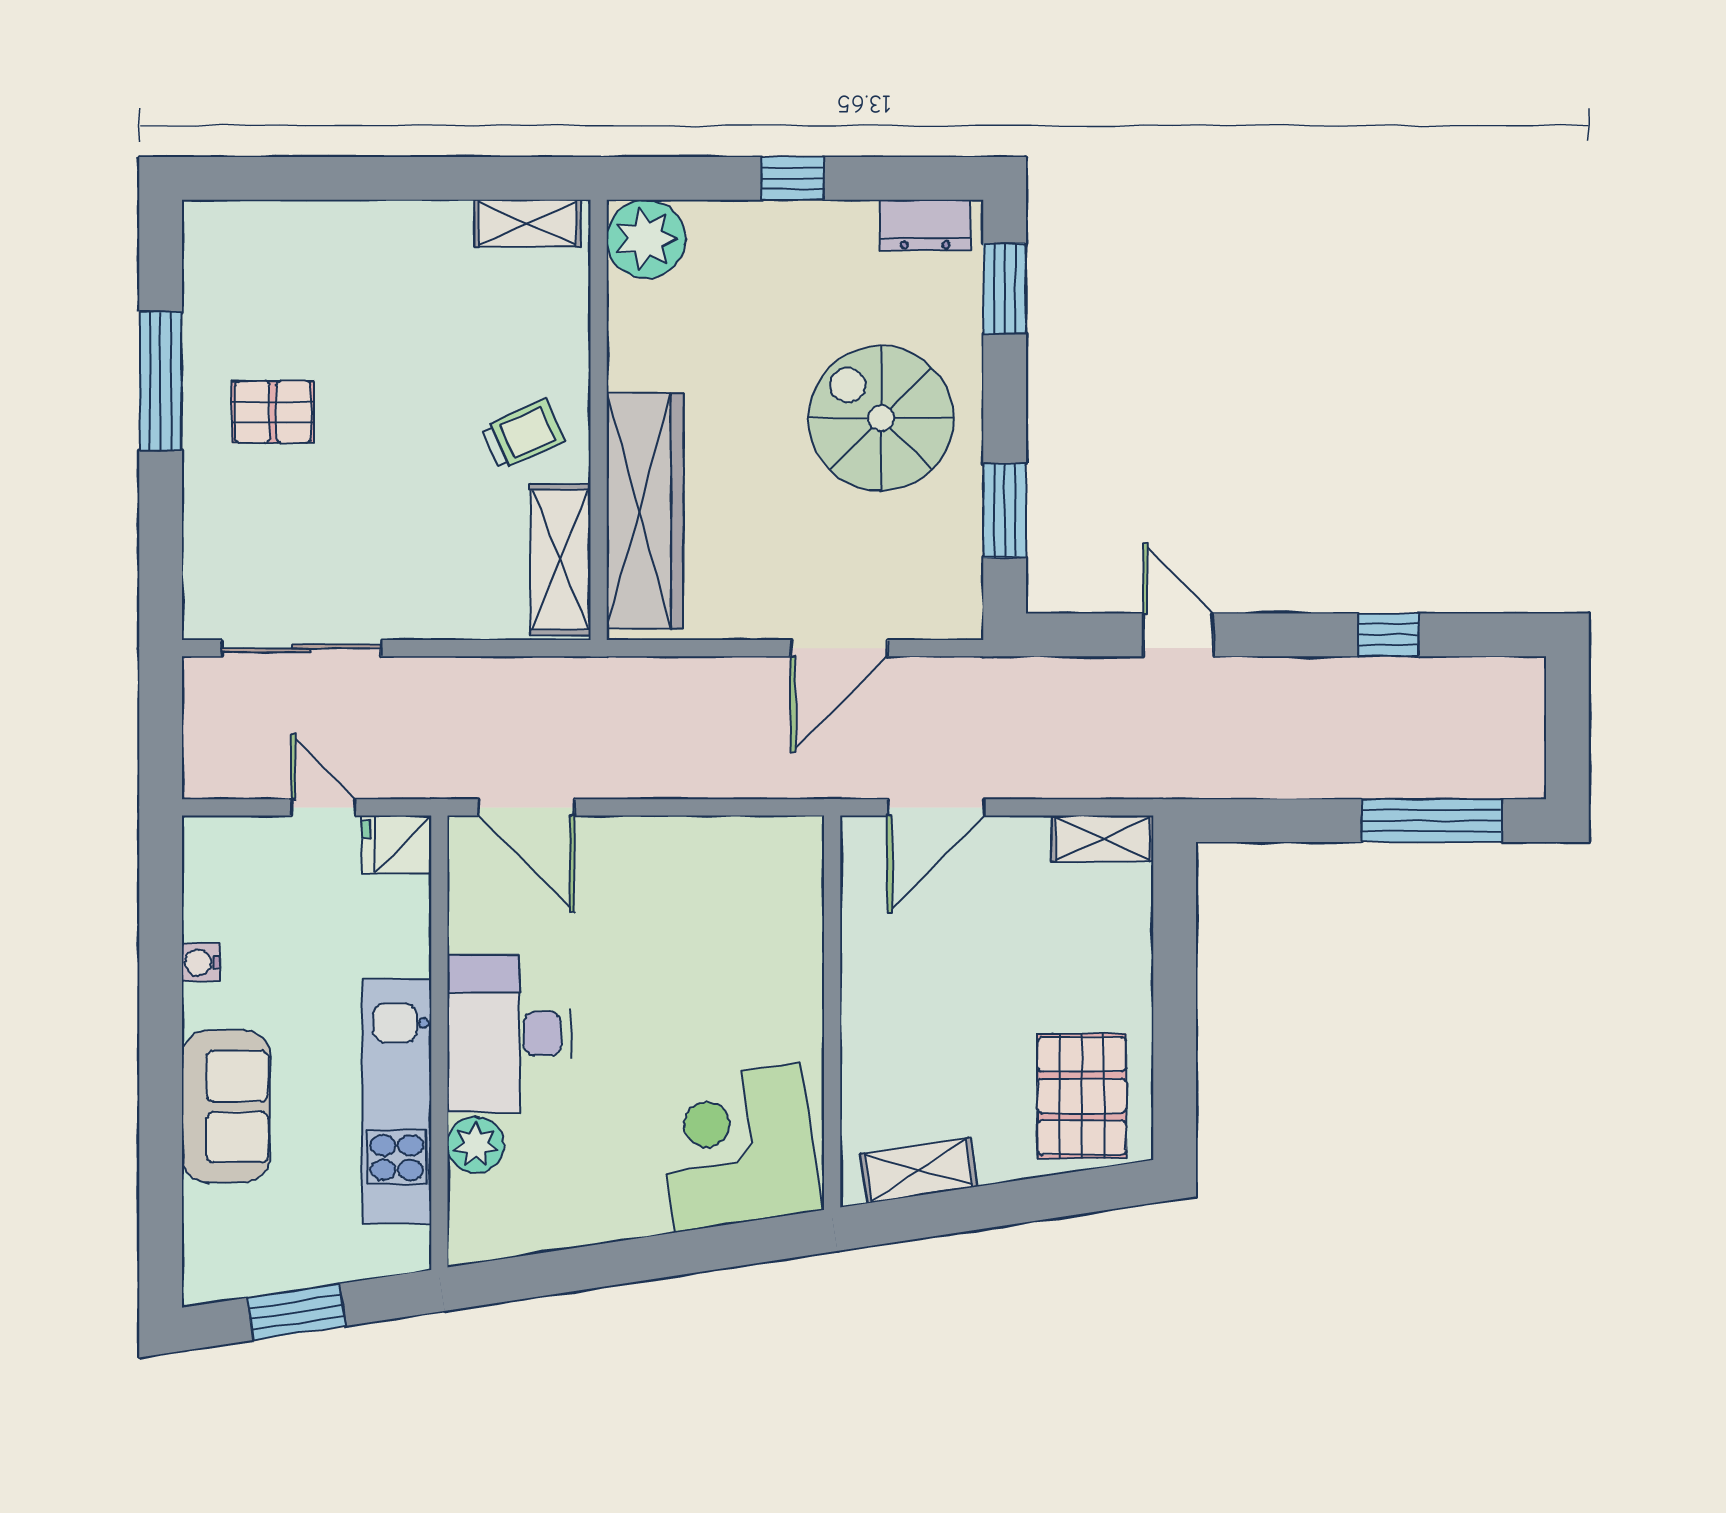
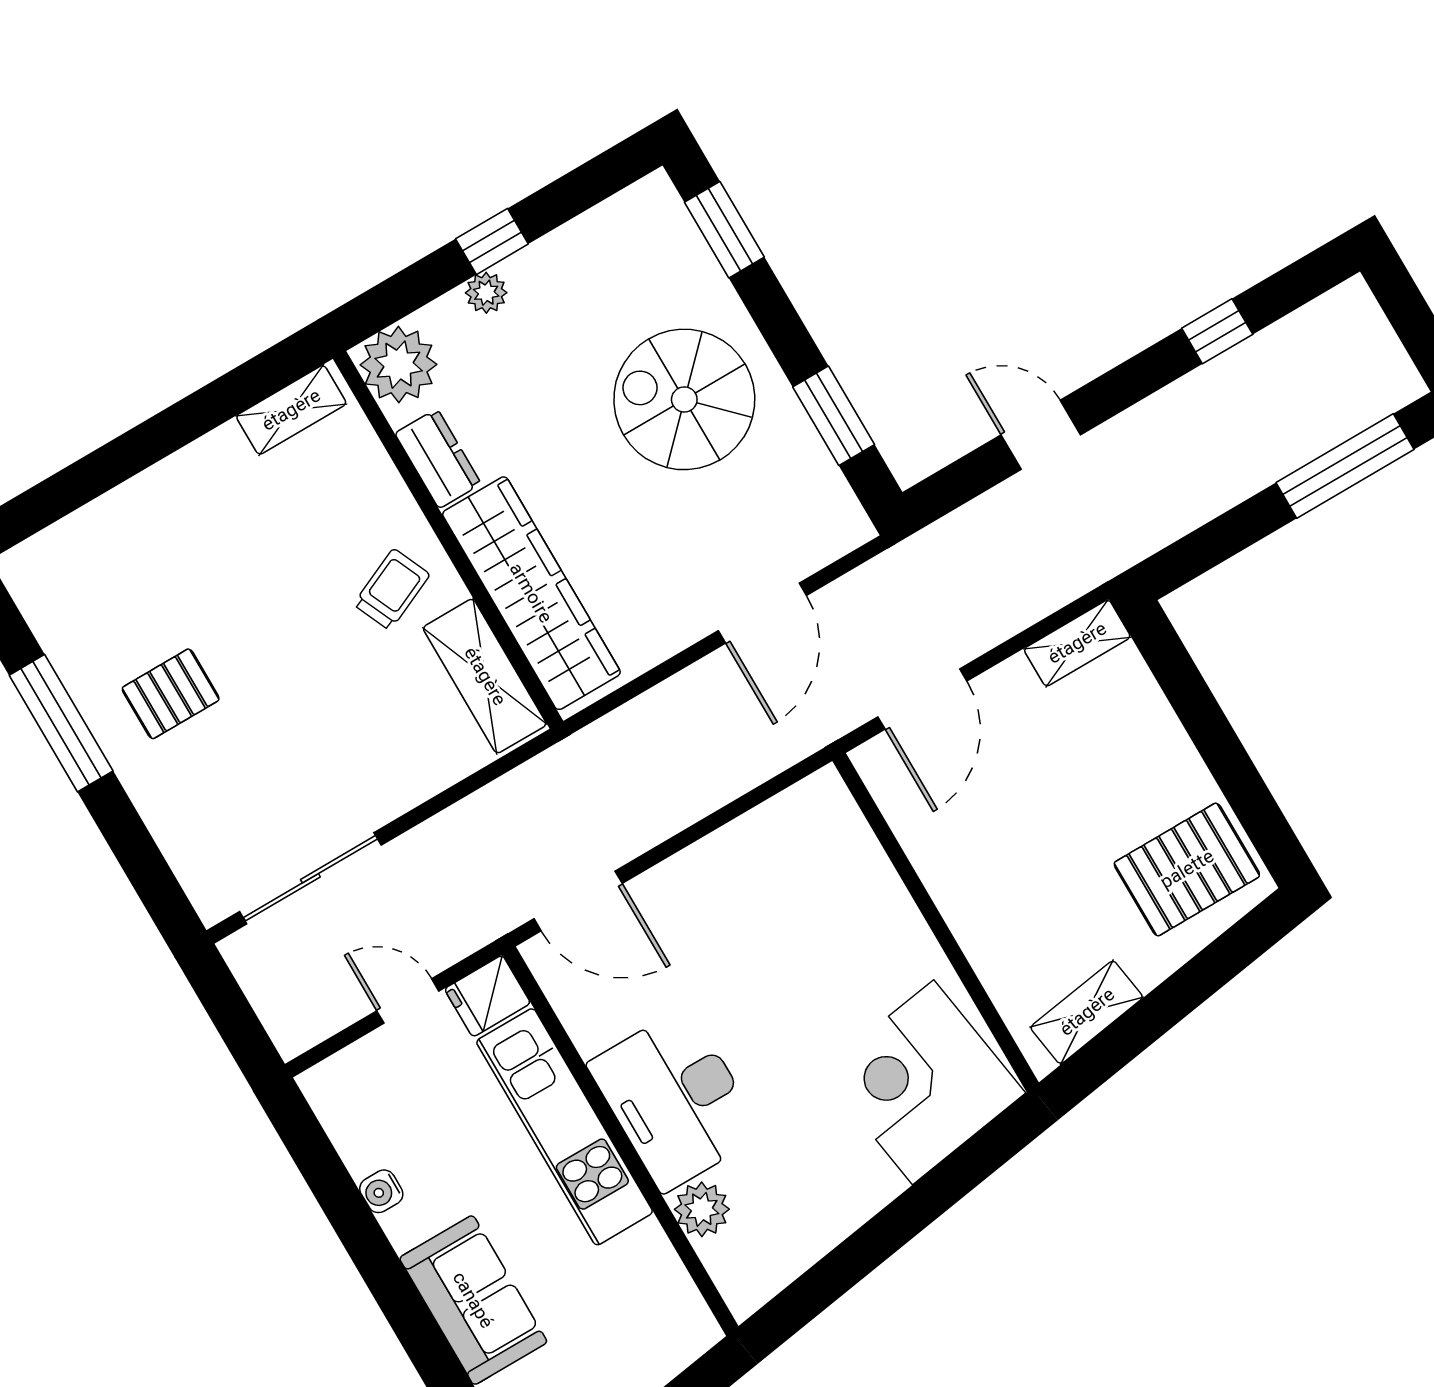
plant: (761, 221) -> (486, 293), added
dresser: (925, 225) -> (438, 459), moved, turned -90
pallet: (1082, 1096) -> (1187, 869), turned 90
kitchen unit: (397, 1101) -> (565, 1127), moved

